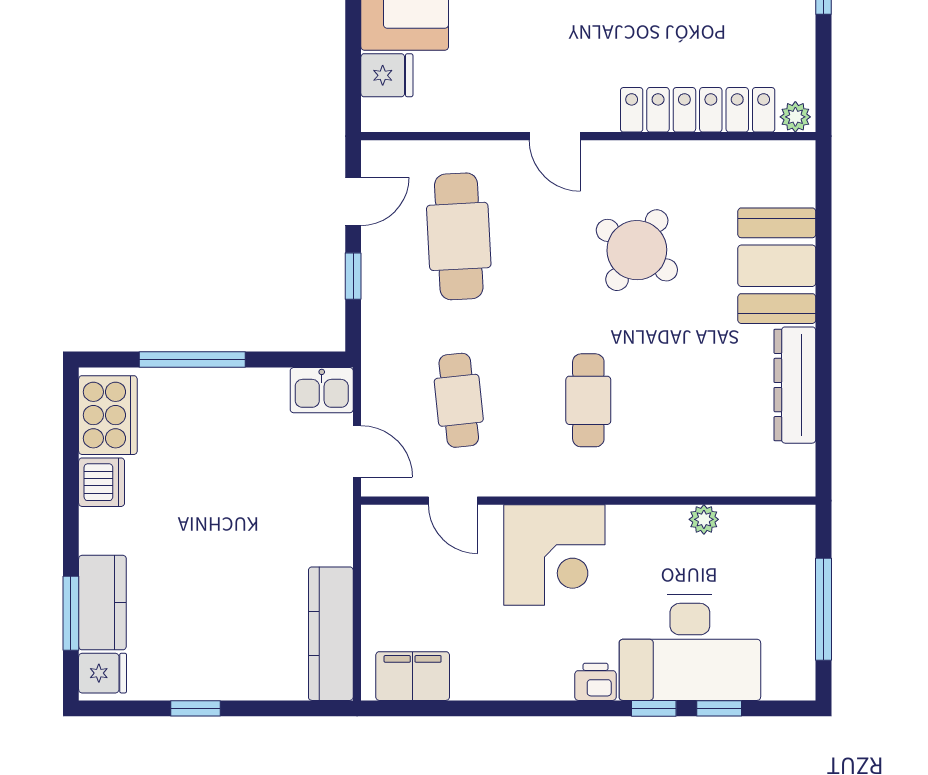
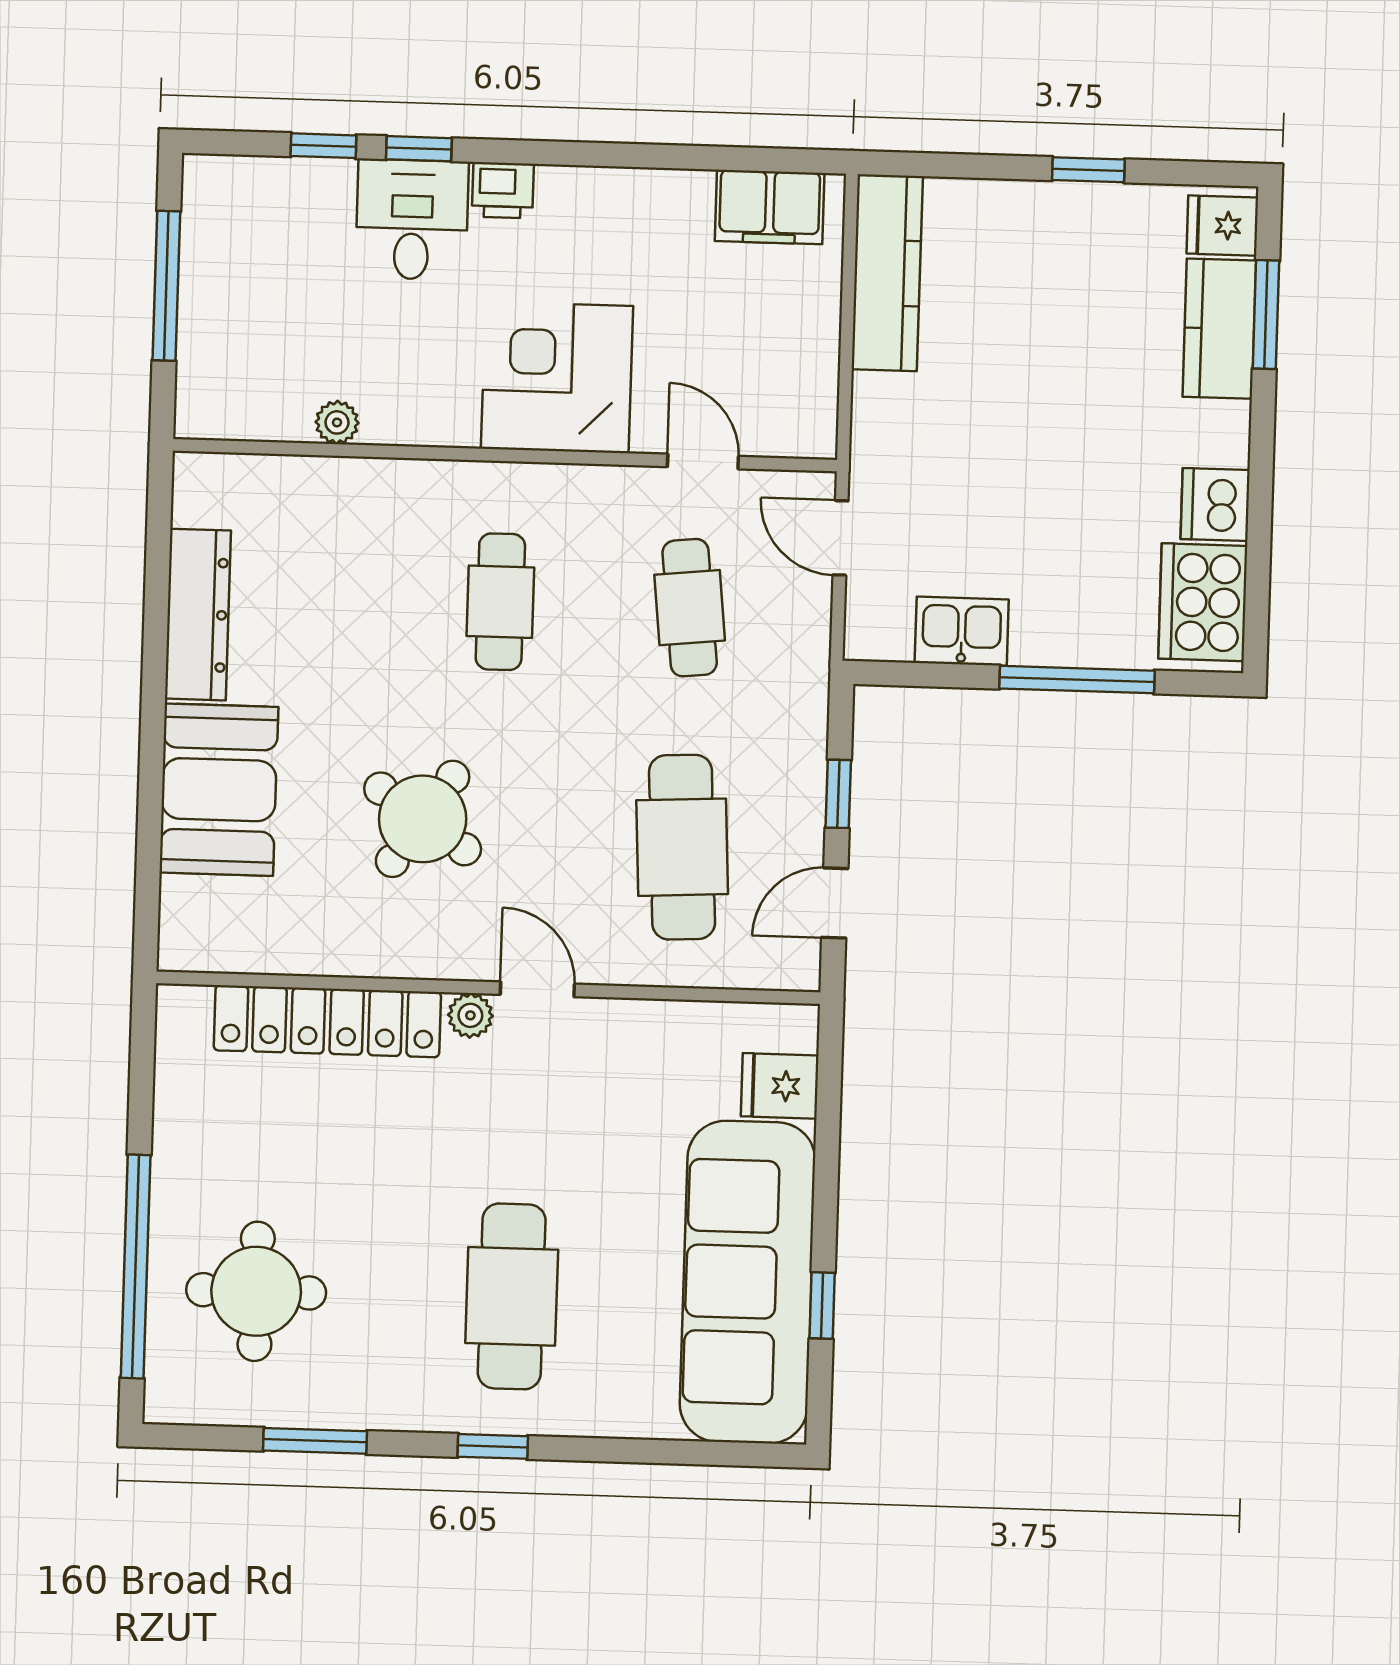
plant: (795, 117) -> (470, 1015), moved
kitchen sink: (322, 390) -> (962, 631), moved
desk: (690, 648) -> (412, 219), width x0.53, depth x0.77

